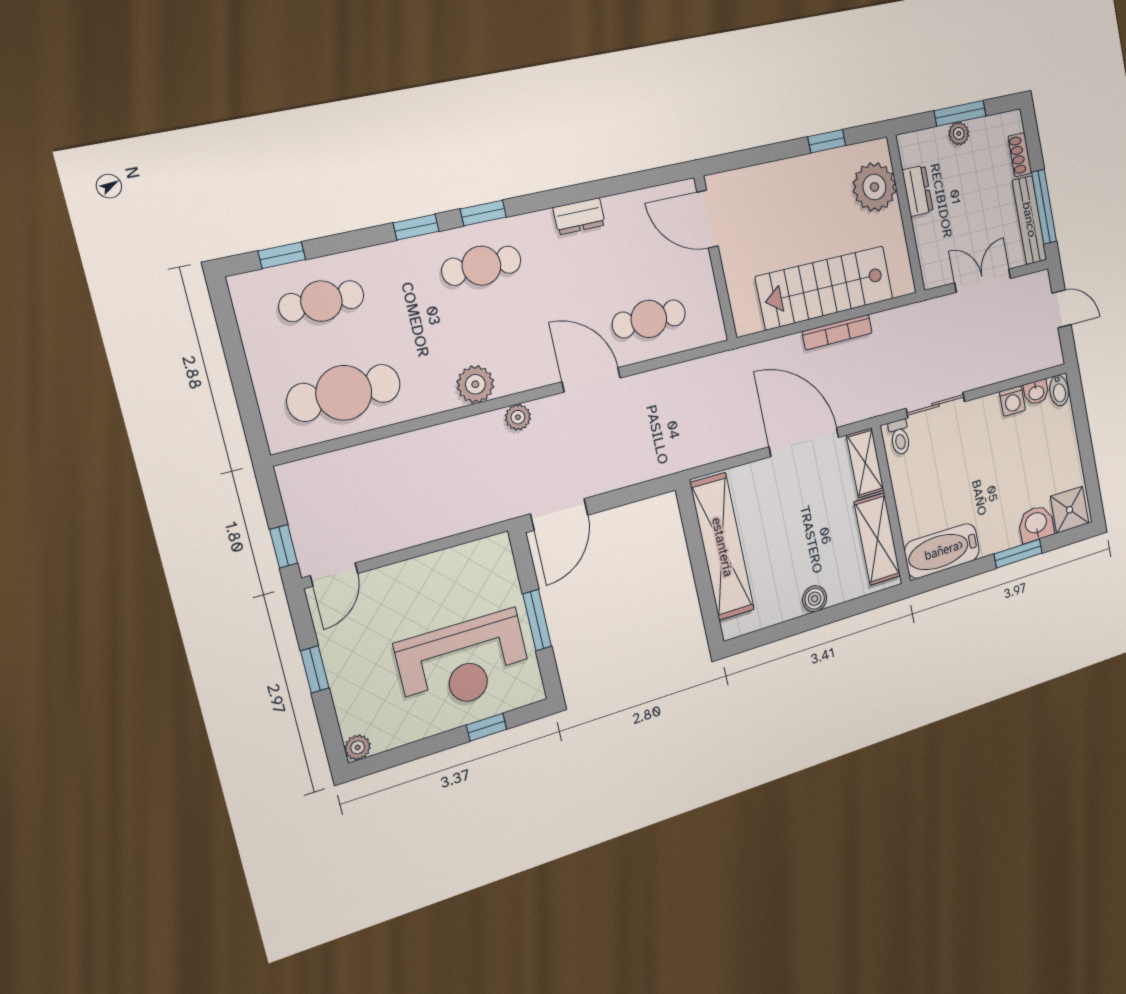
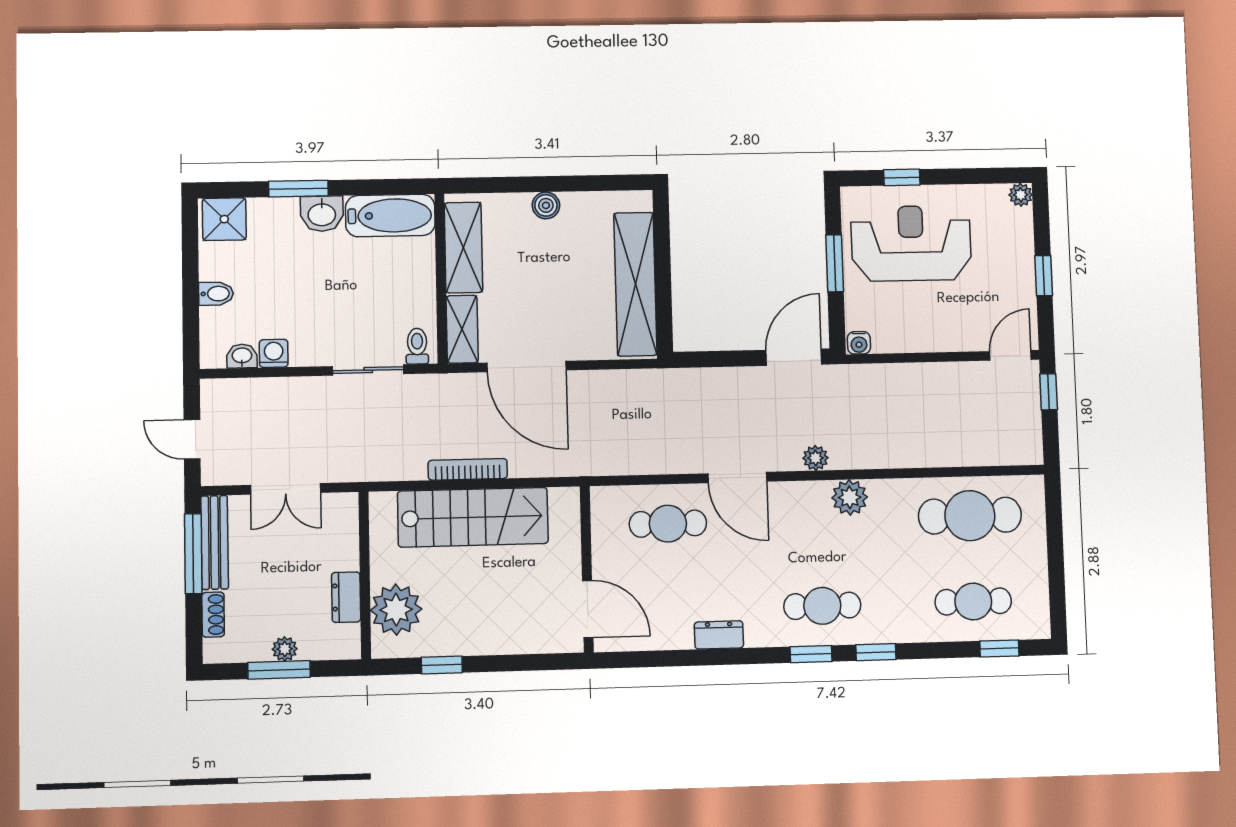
bidet: (1059, 390) -> (216, 294), moved, turned 90
washbasin: (1036, 524) -> (322, 214), moved
water cooler: (497, 546) -> (859, 343), added

